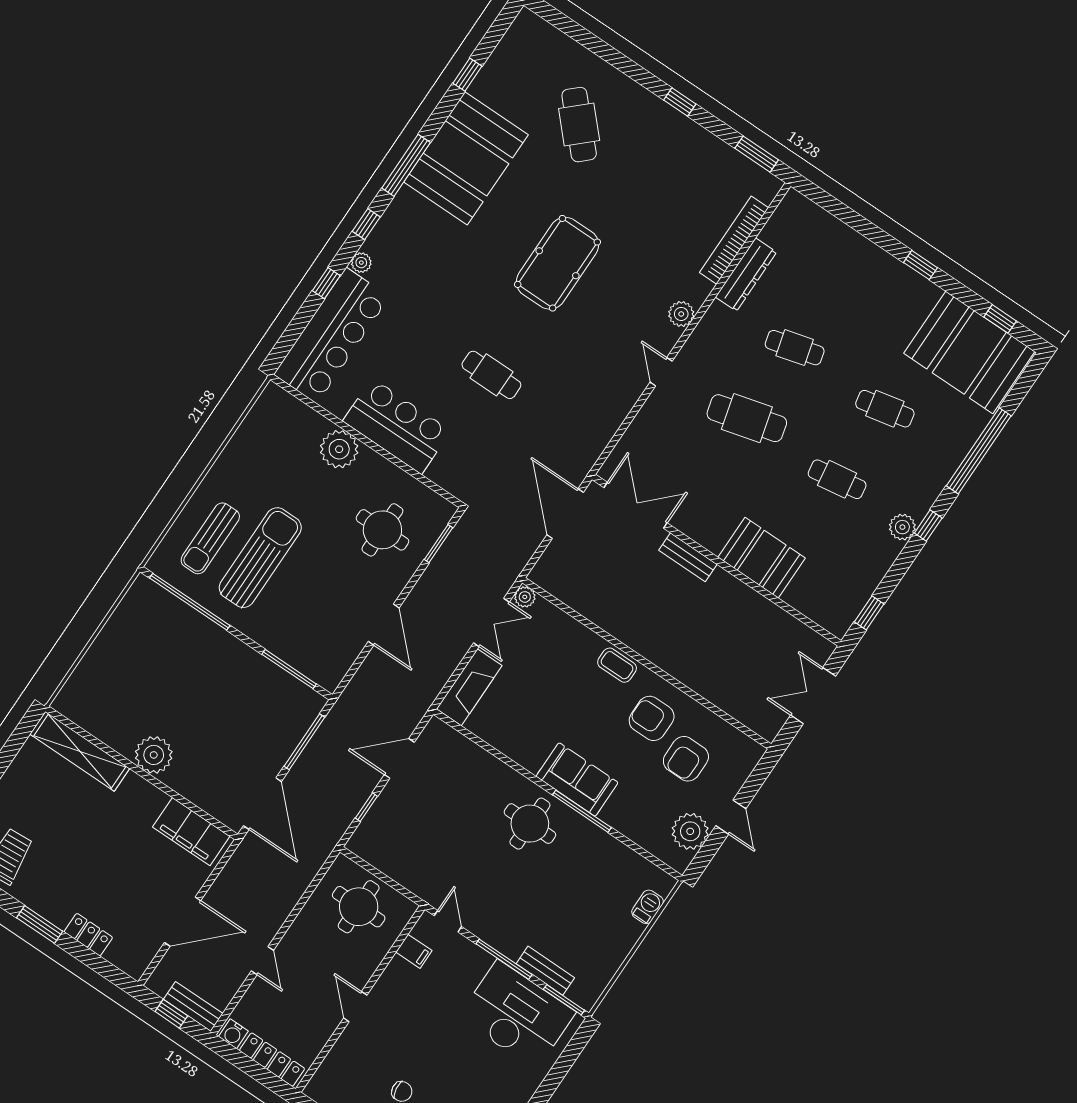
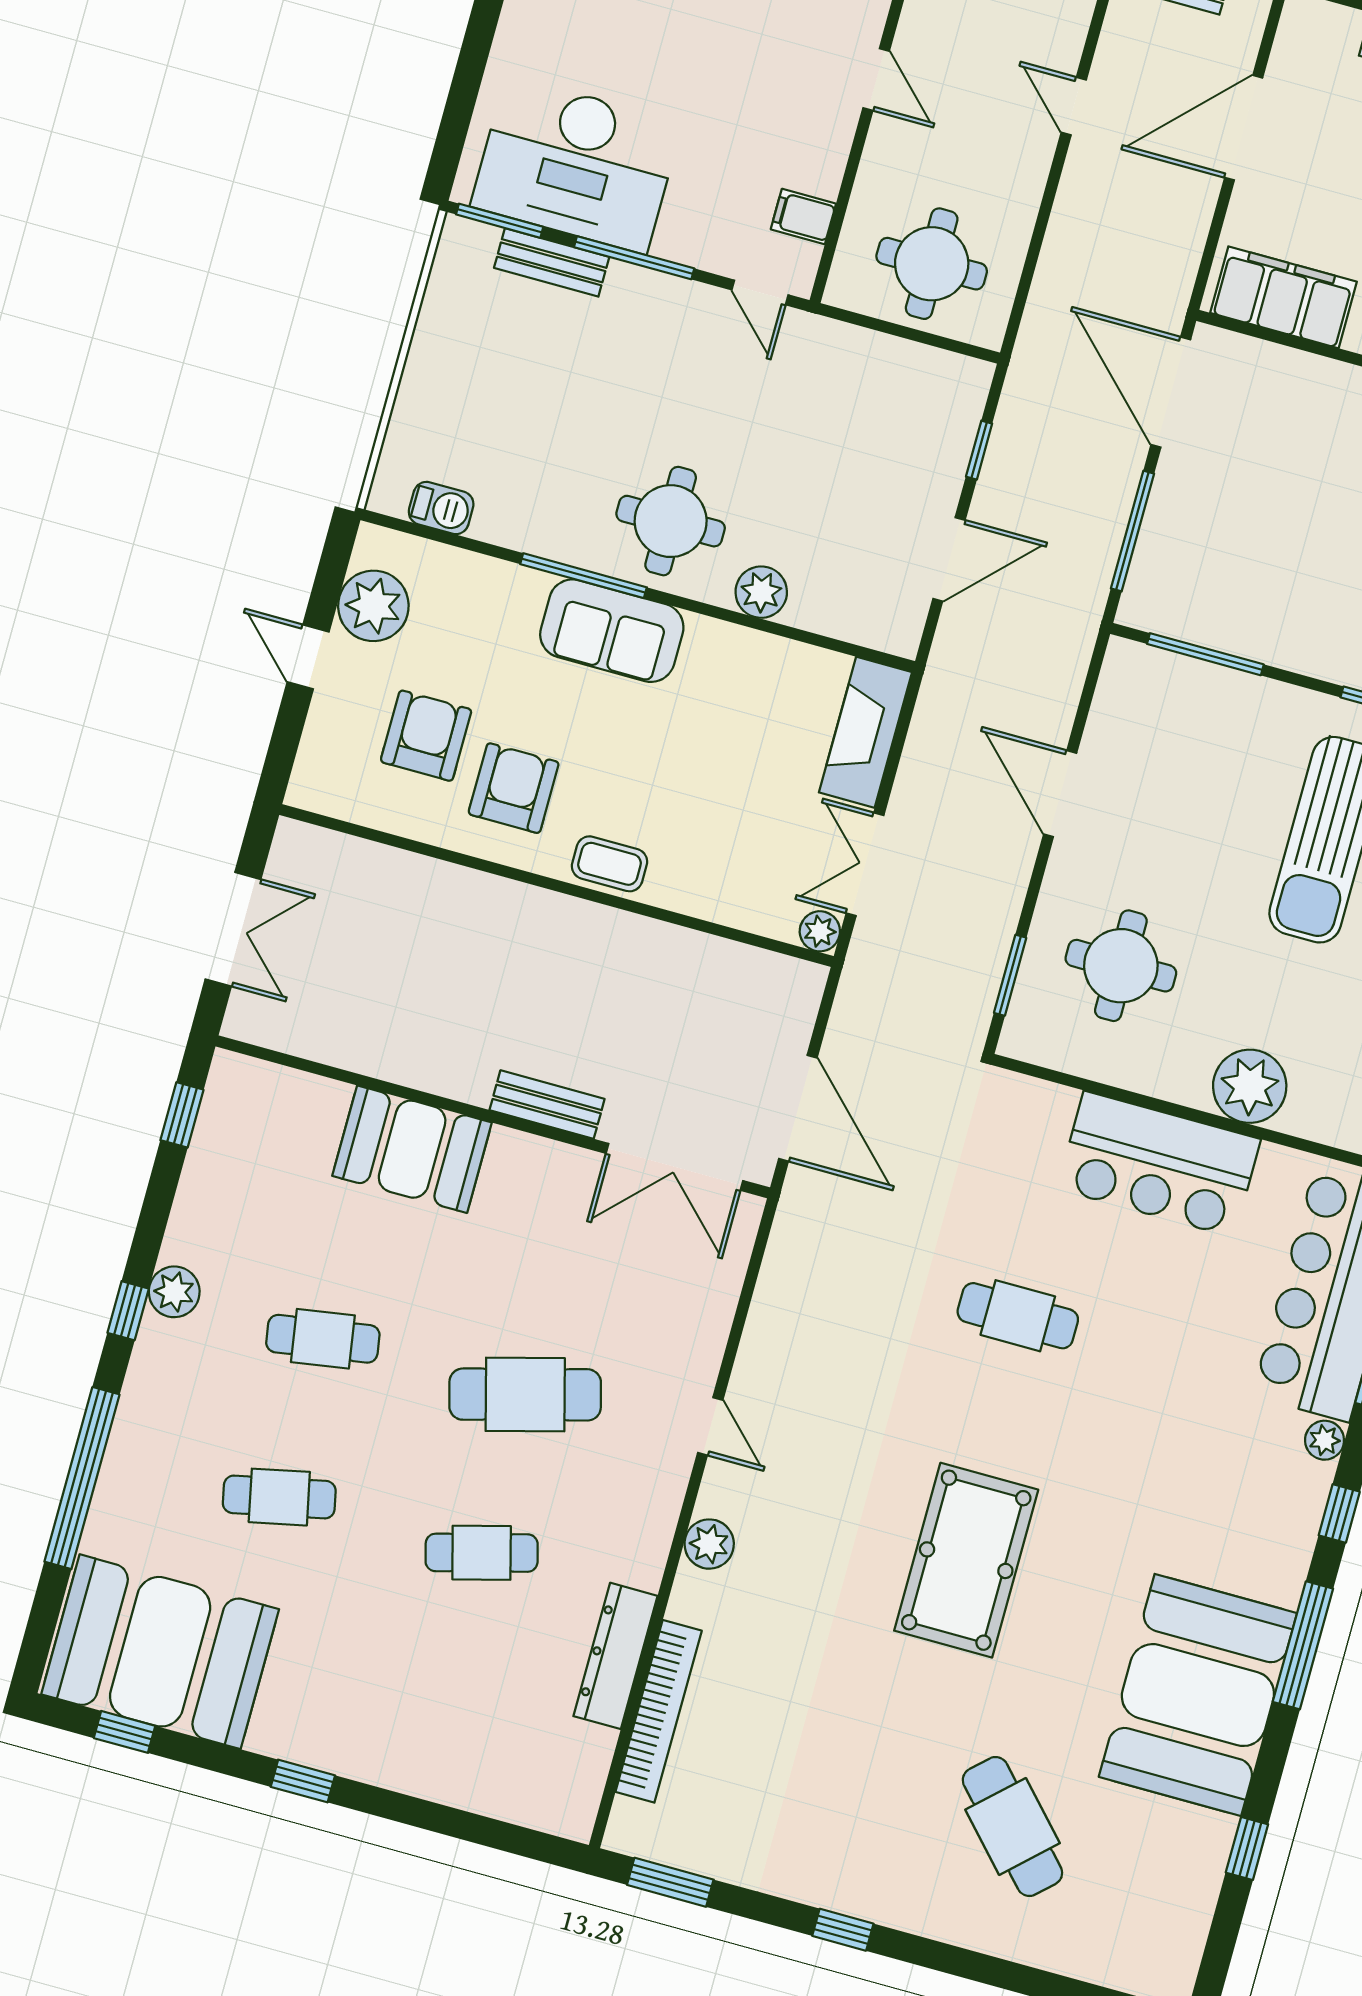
armchair: (652, 718) -> (514, 788), turned -90
plant: (497, 774) -> (761, 592), added
barbecue: (648, 907) -> (441, 508), moved, turned -90

